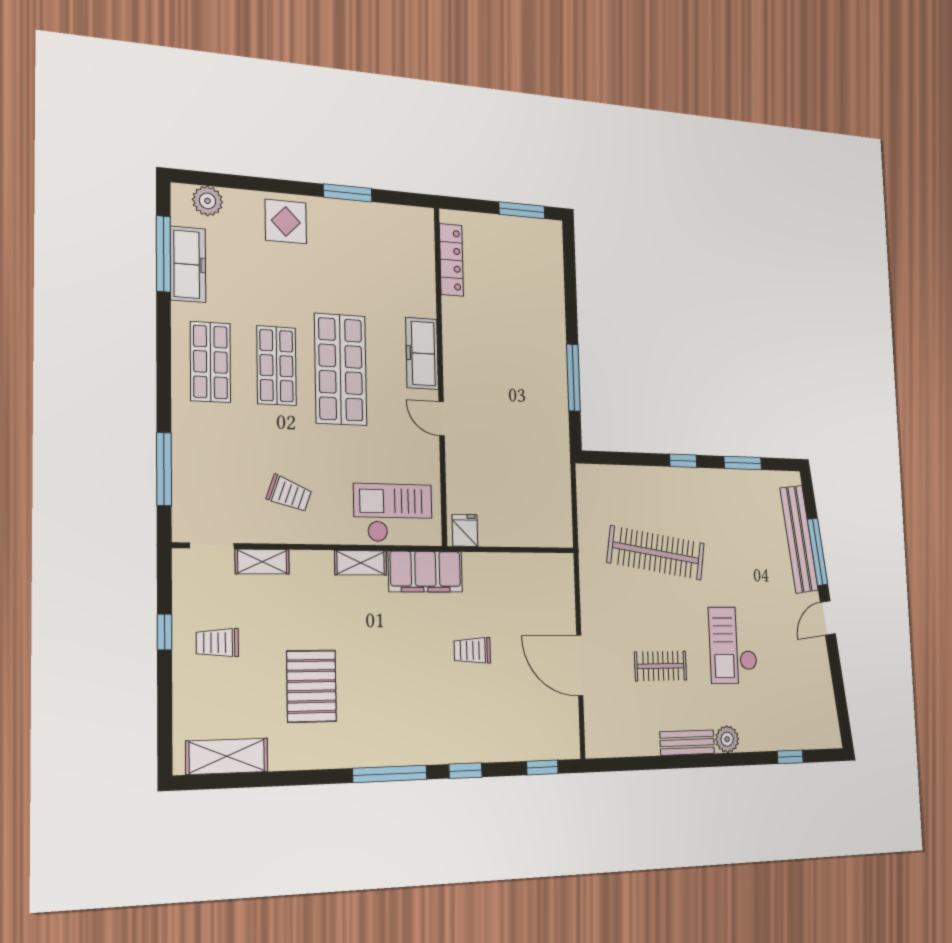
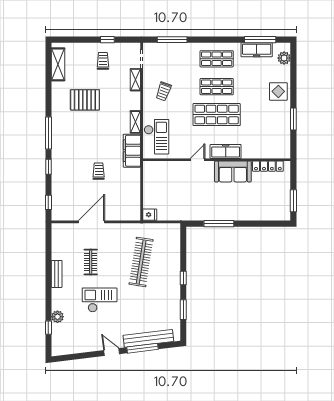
sofa: (465, 340) -> (233, 171), added
fridge: (465, 530) -> (150, 215), moved
plant: (727, 739) -> (57, 317), moved

